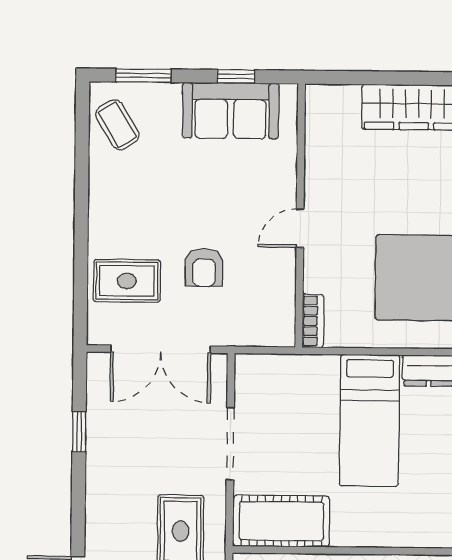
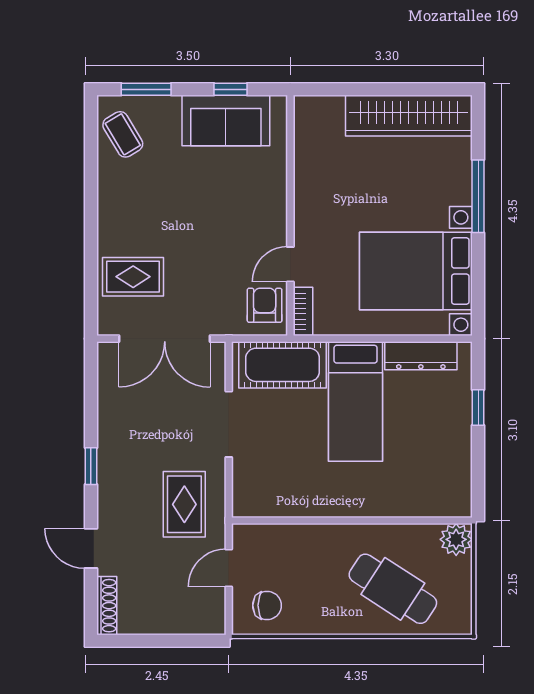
door: (300, 228) -> (290, 264), moved
armchair: (204, 267) -> (265, 305), moved, turned 180
window: (79, 432) -> (91, 466), moved
cot: (281, 521) -> (283, 365), moved

